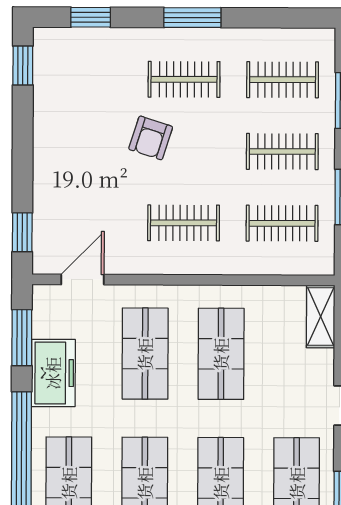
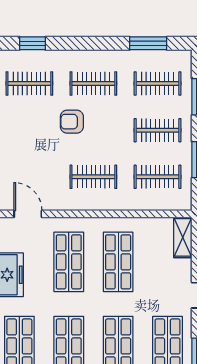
window: (192, 18) -> (148, 43), moved
clothes rail: (86, 79) -> (29, 83), added
armchair: (151, 138) -> (72, 122), turned 72
door: (82, 279) -> (28, 214), hinge flipped

